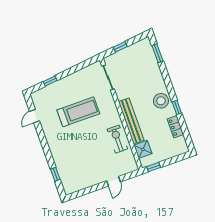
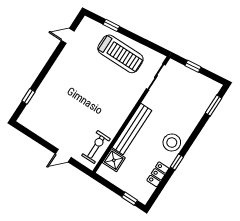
treadmill: (78, 112) -> (120, 54), moved
exercise bike: (117, 139) -> (96, 147), moved
window: (154, 167) -> (130, 199), moved

